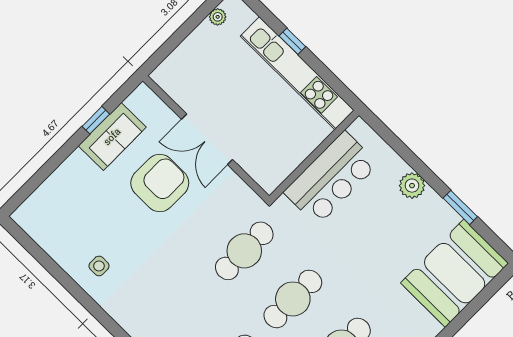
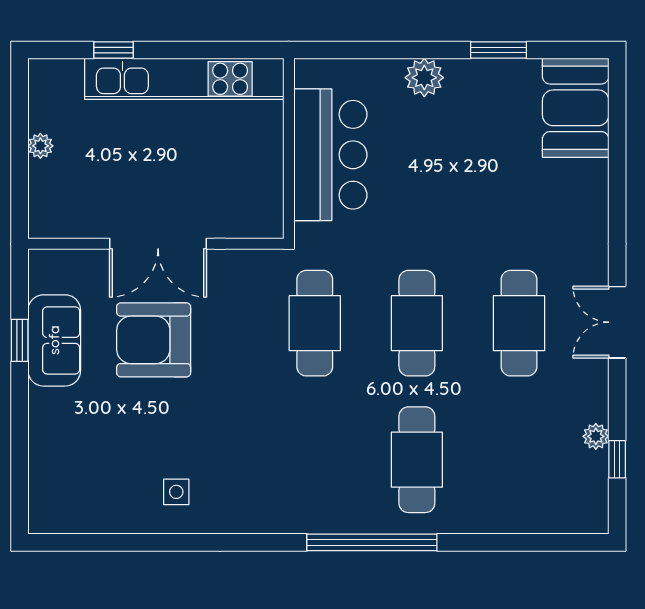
plant: (218, 17) -> (40, 146), moved
window: (292, 41) -> (113, 50), moved
armchair: (160, 183) -> (154, 340), turned -90
booth: (455, 273) -> (576, 108), width x0.73, depth x0.70

